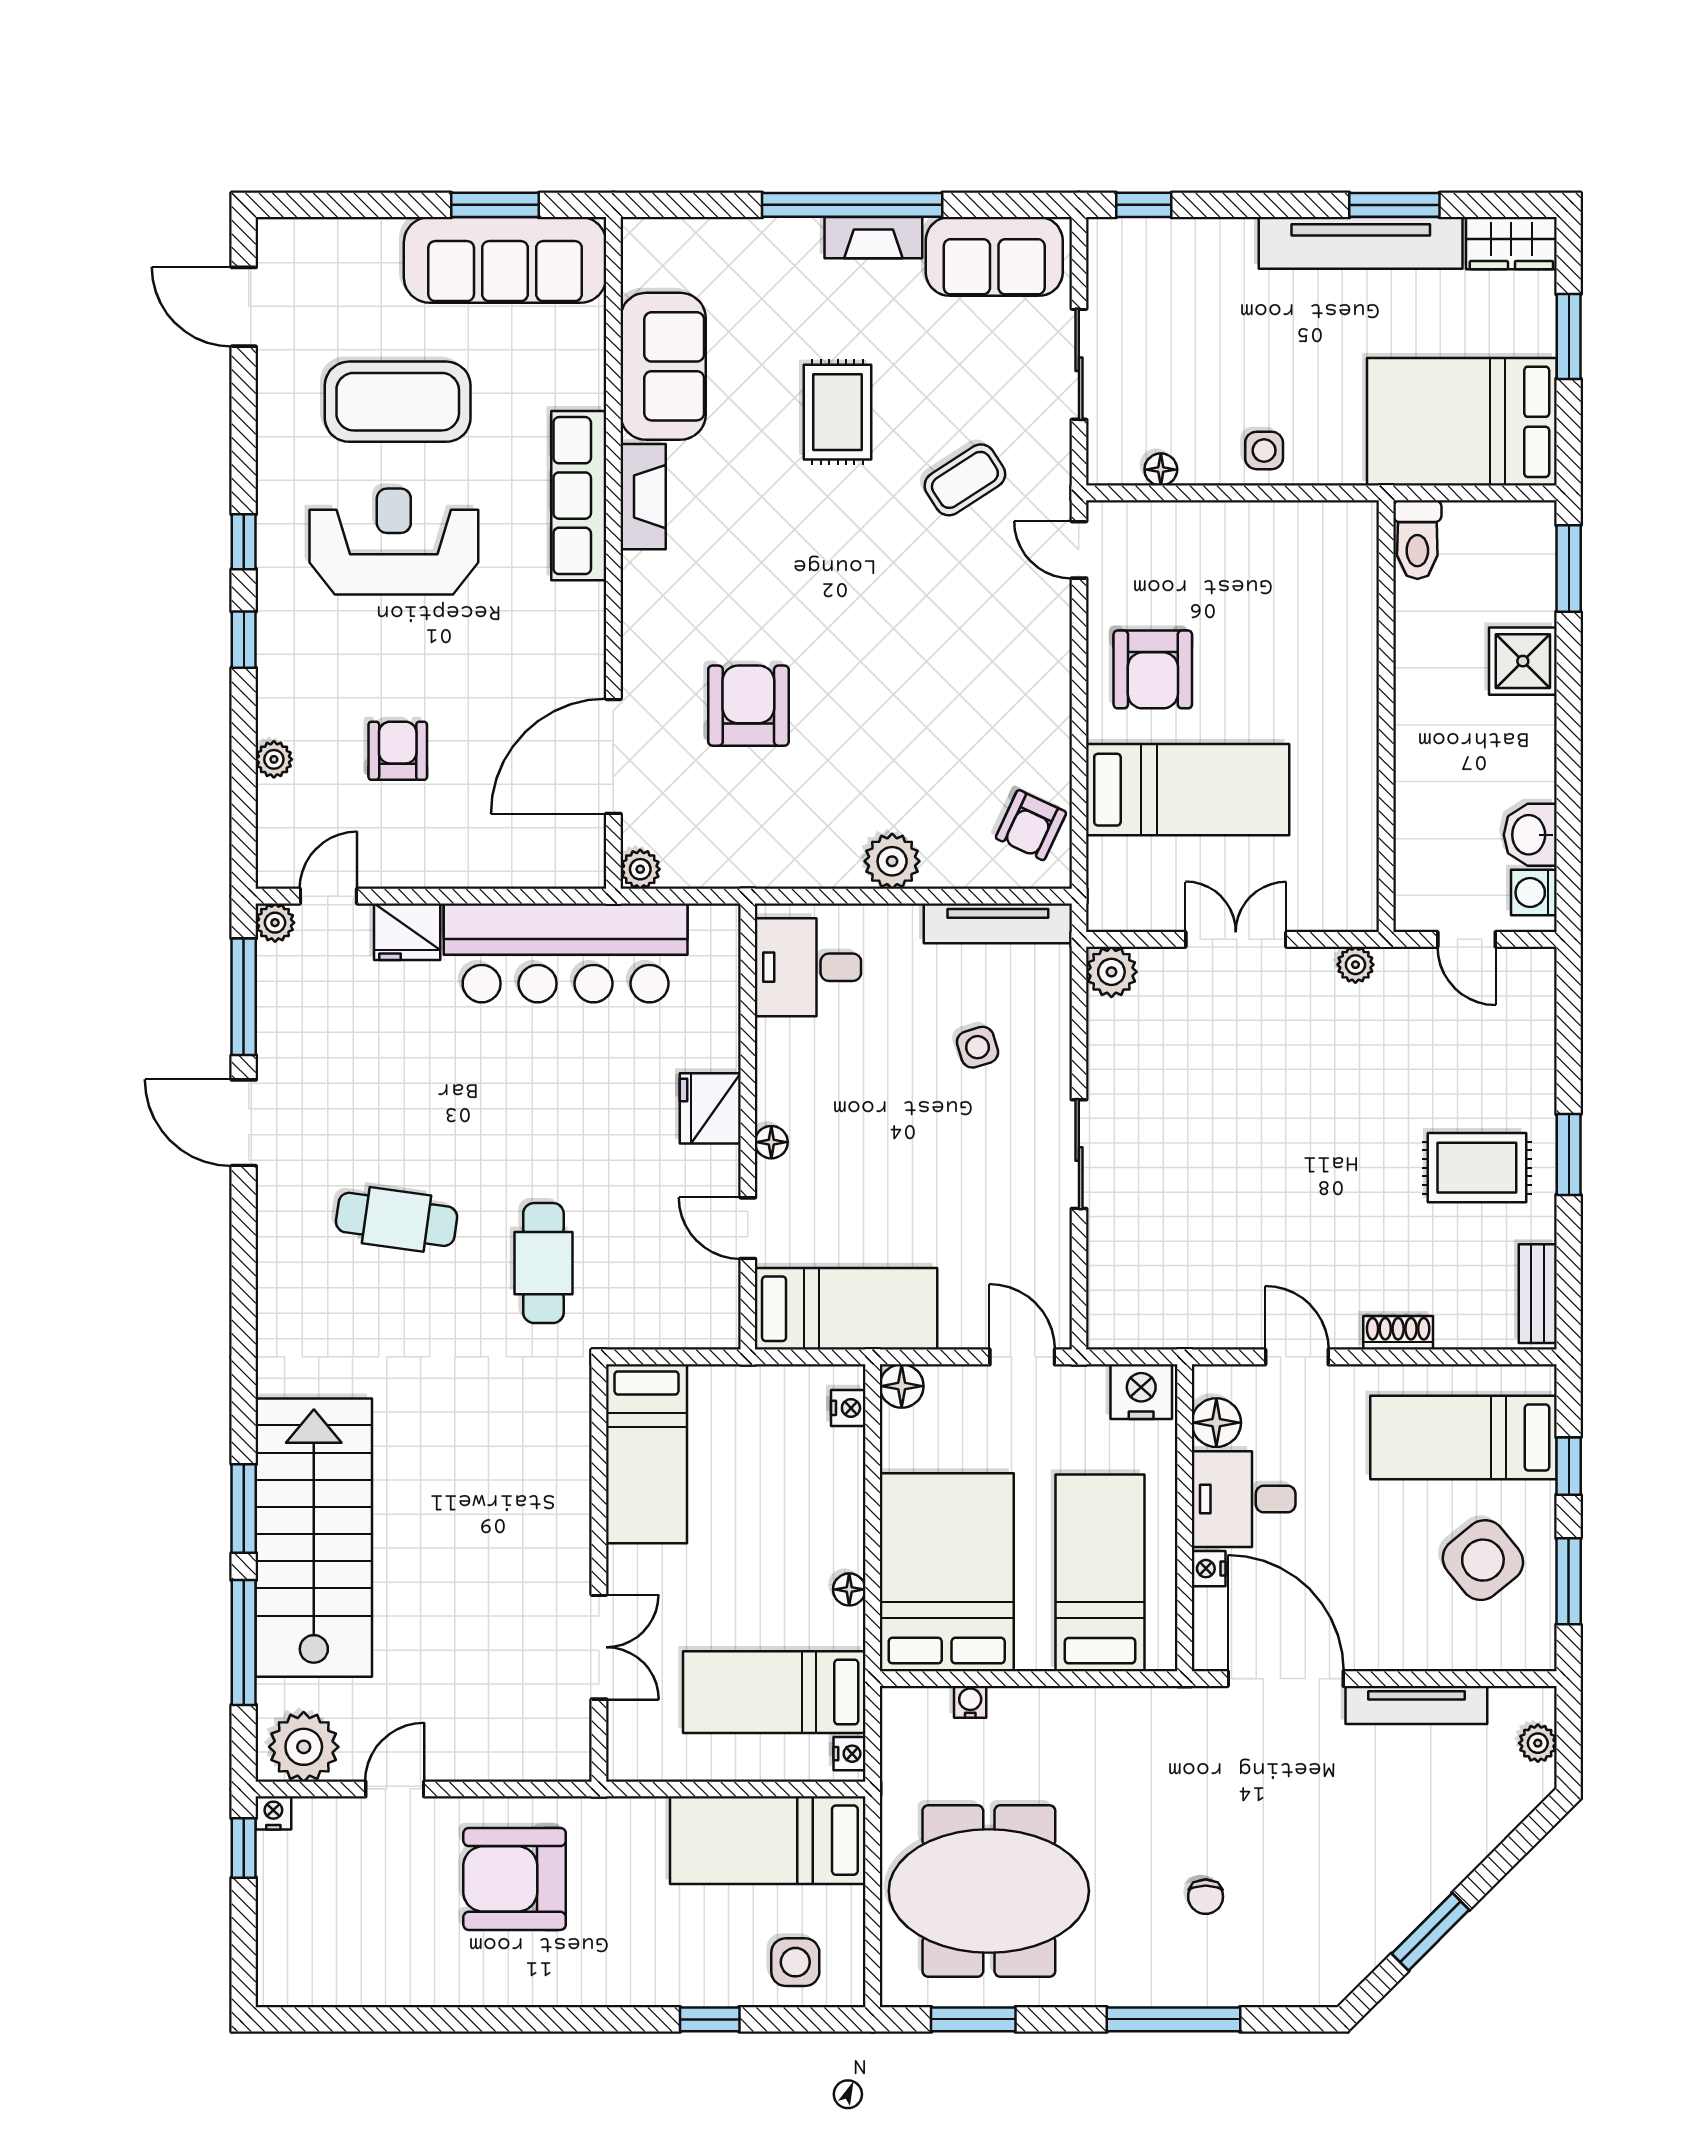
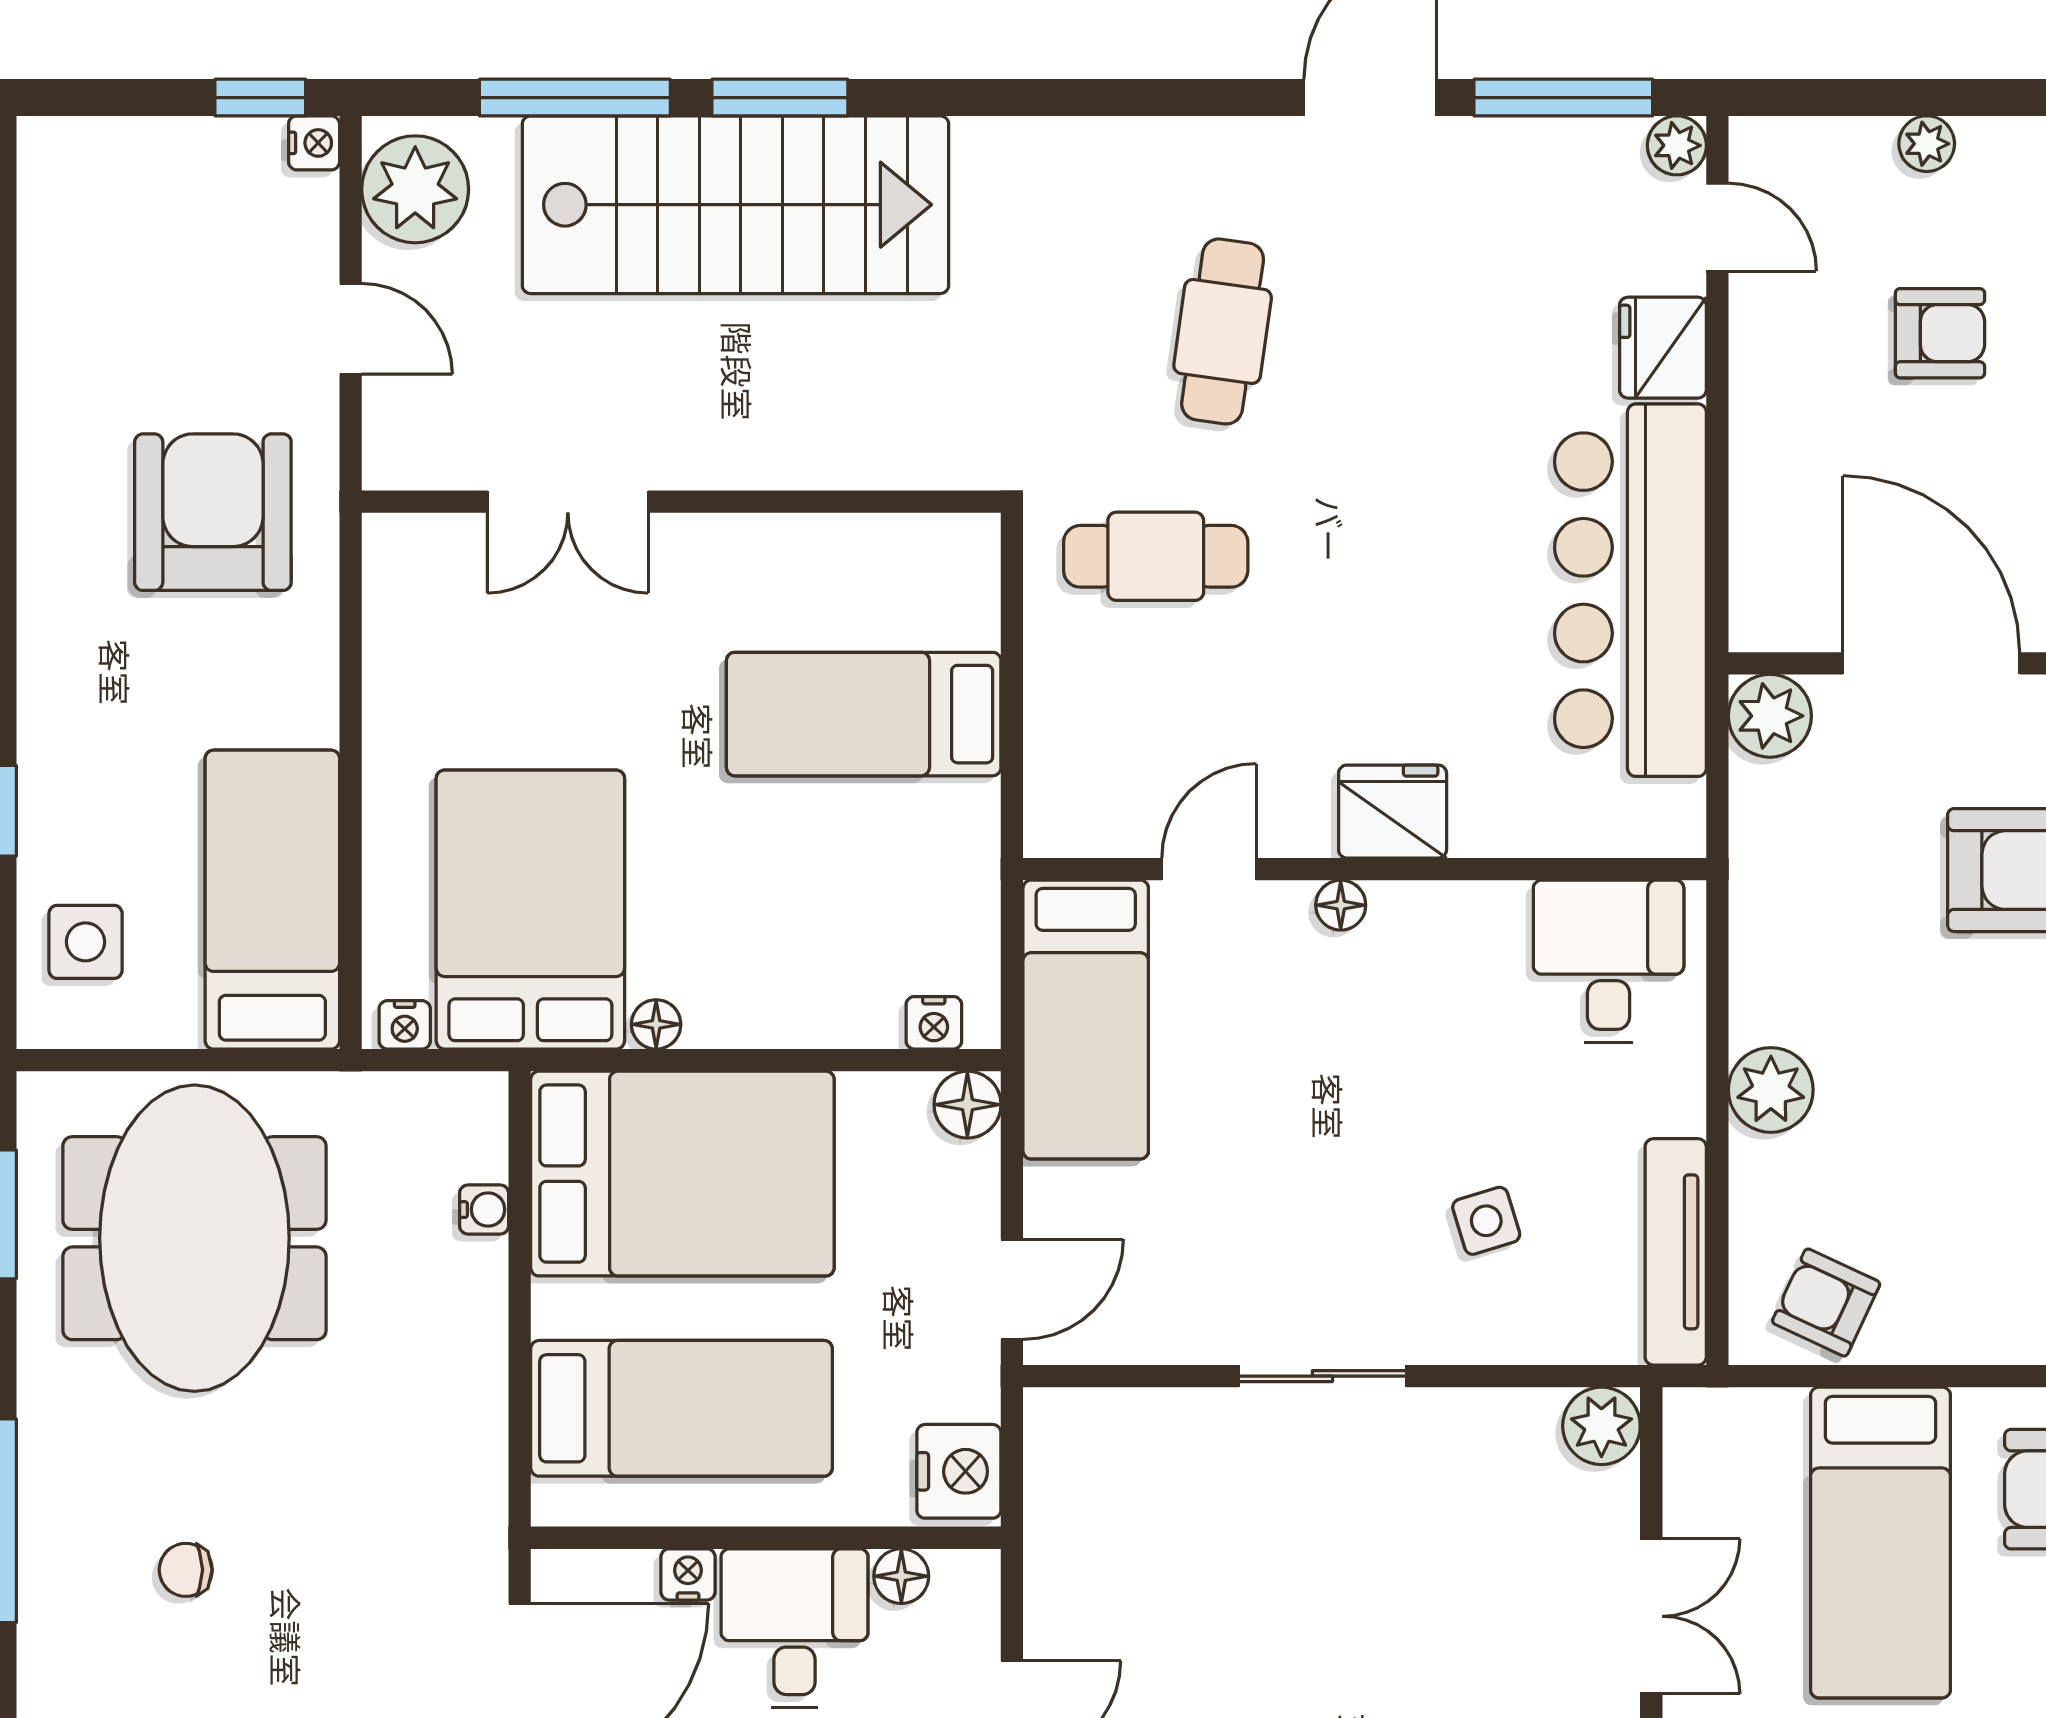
plant: (640, 869) -> (1770, 716), width x1.38, depth x1.38
floor lamp: (1216, 1423) -> (901, 1576), width x0.73, depth x0.73
wall: (599, 1573) -> (681, 502), moved
double door: (599, 1647) -> (568, 502), moved
bed: (774, 1692) -> (530, 910), width x1.50

